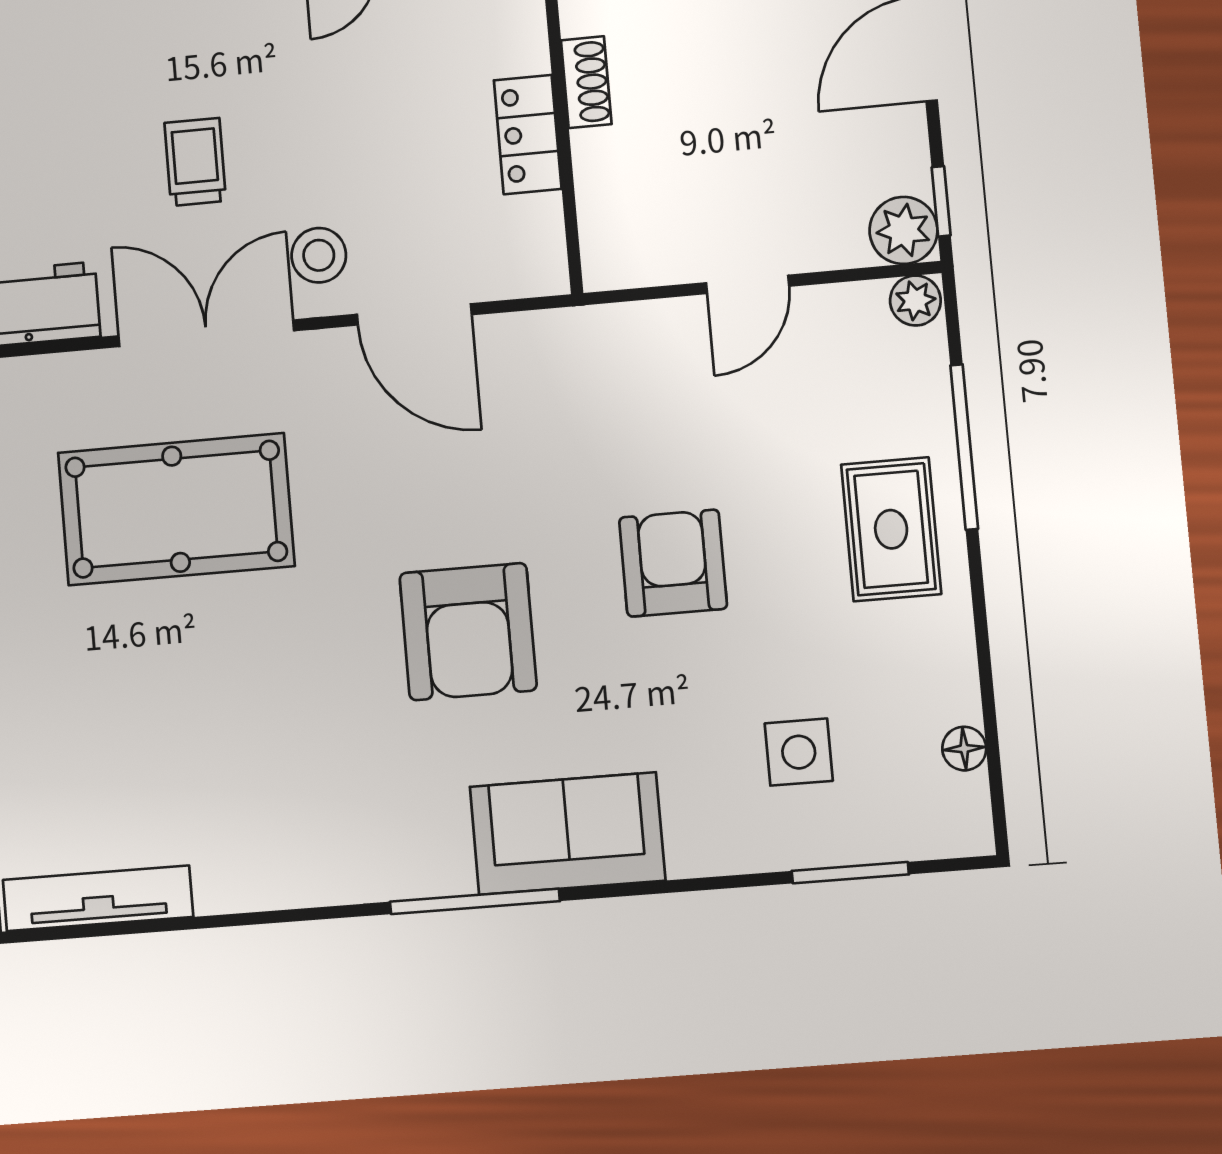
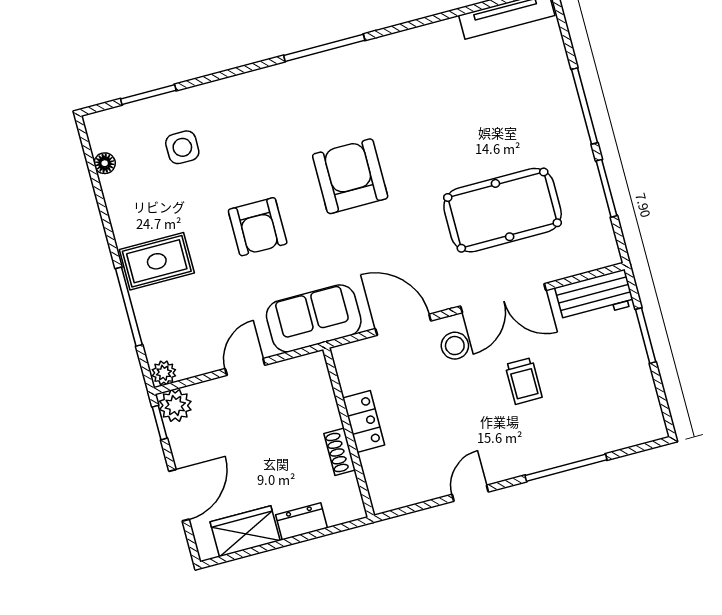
rug: (891, 529) -> (157, 261), turned 90
sofa: (567, 834) -> (314, 318), moved, turned 180

